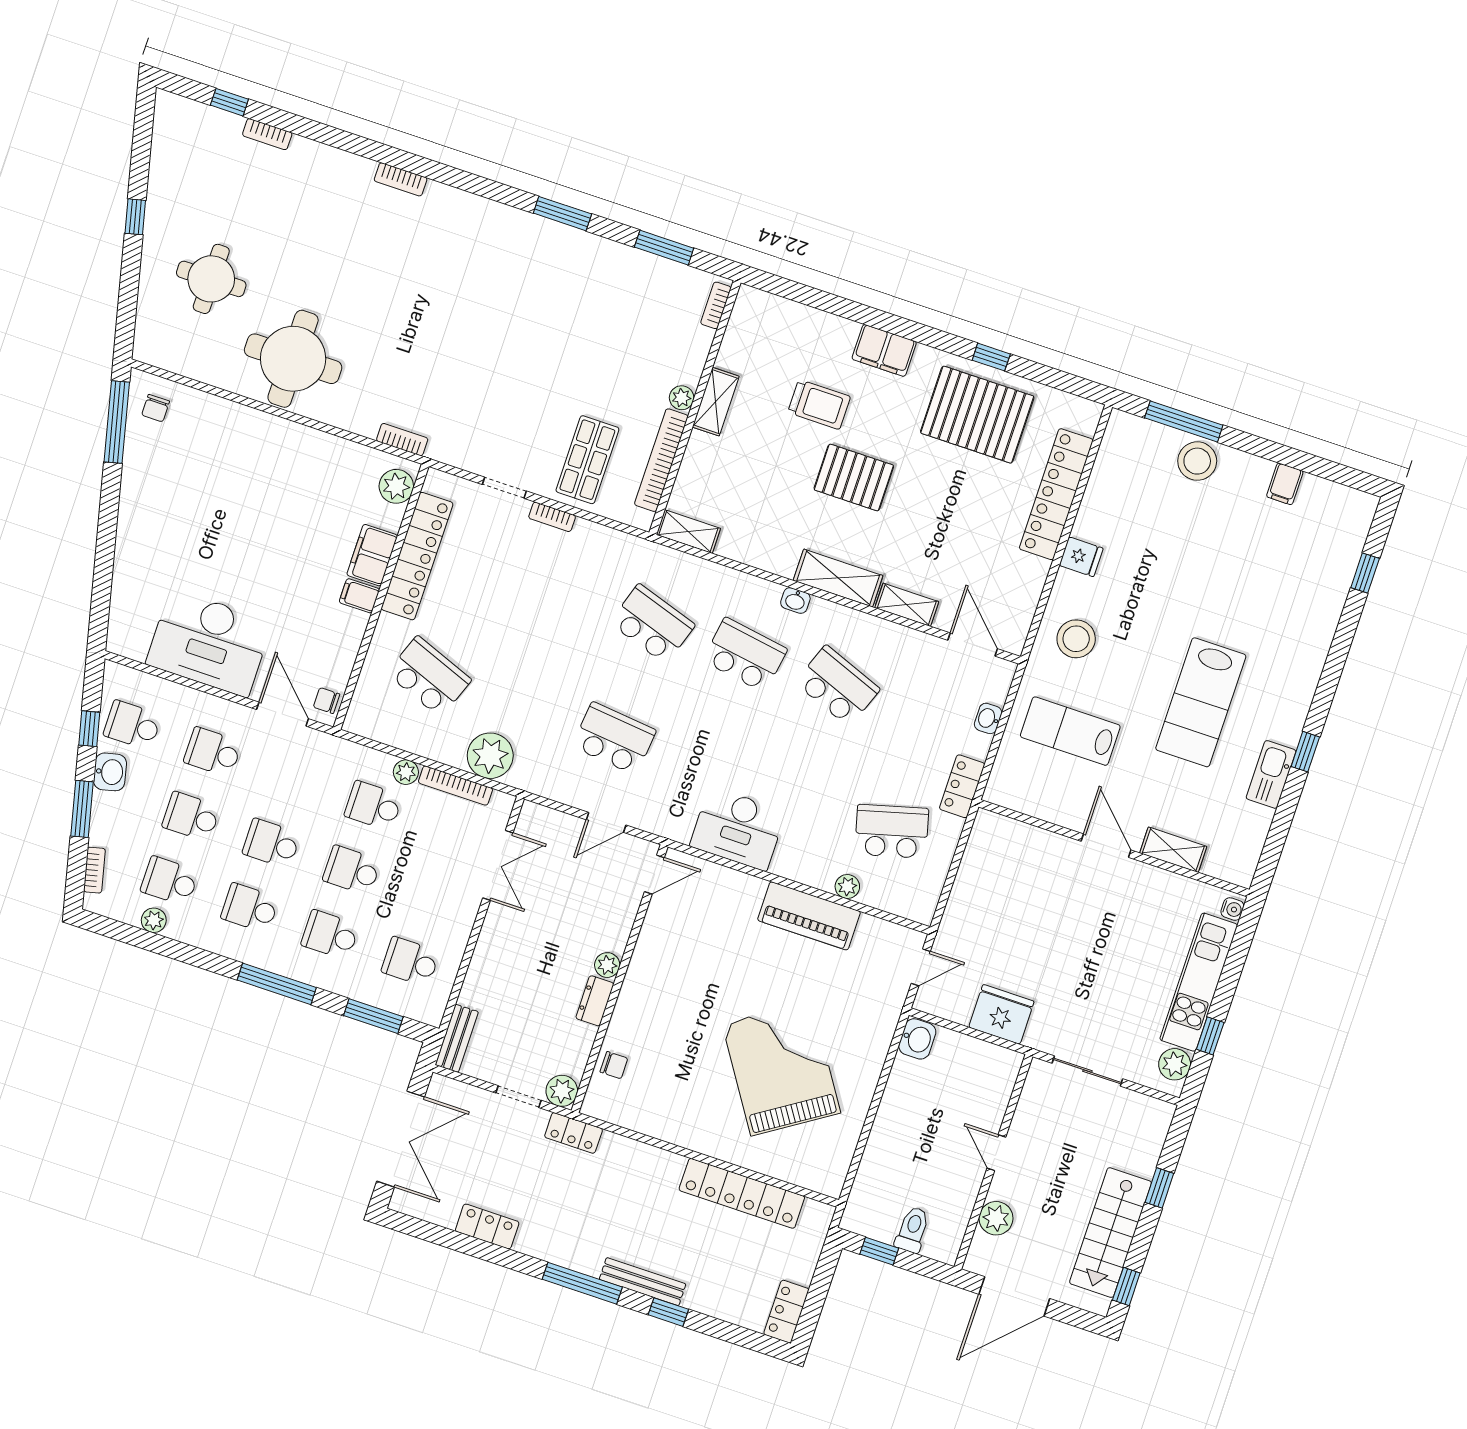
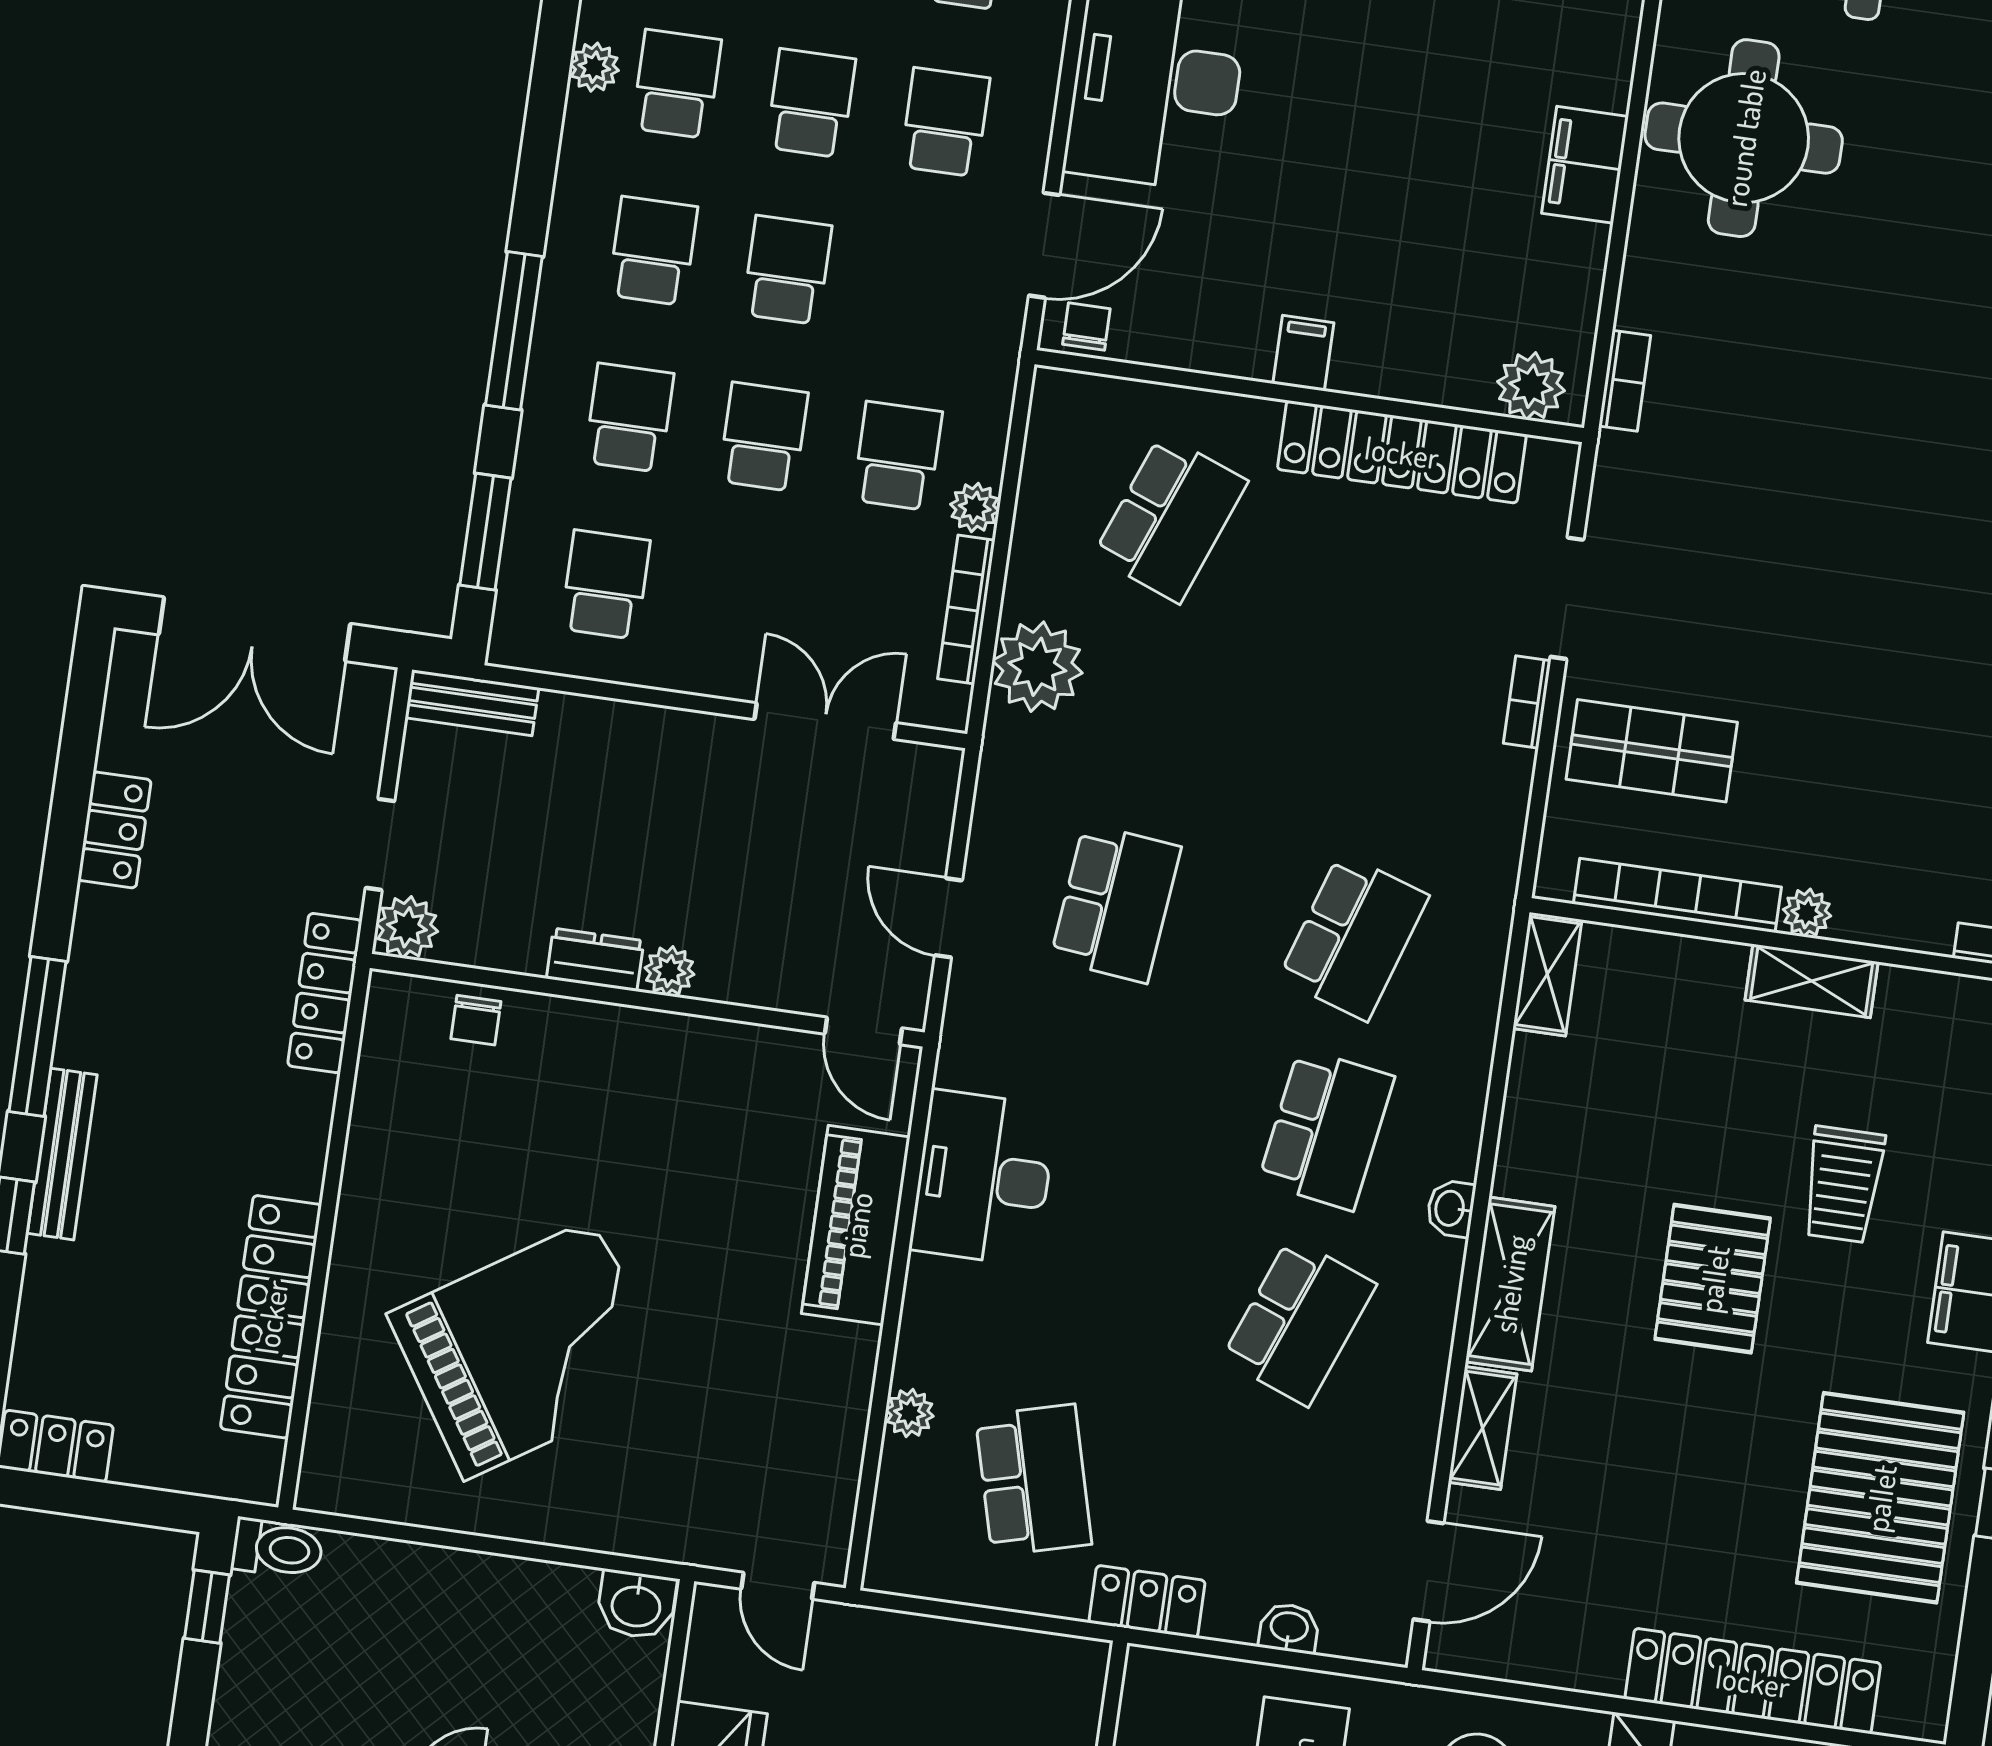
doorway: (504, 488) -> (1567, 598), width x1.38
filing cabinet: (372, 555) -> (1585, 165), moved, turned -90
double door: (498, 865) -> (825, 721), swing flipped
piano: (809, 916) -> (856, 1225), moved
locker: (574, 1133) -> (325, 993), width x1.53
toilet: (912, 1230) -> (277, 1549), moved

